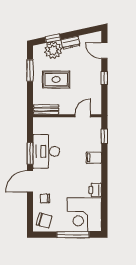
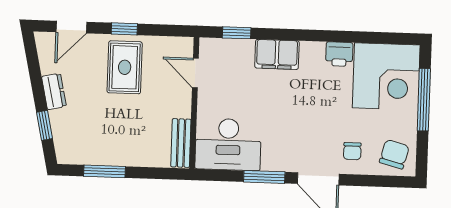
plant: (53, 50) -> (67, 125), removed
rug: (56, 79) -> (125, 67), moved
desk: (46, 151) -> (228, 144), moved
filing cabinet: (94, 158) -> (277, 54), width x2.00

